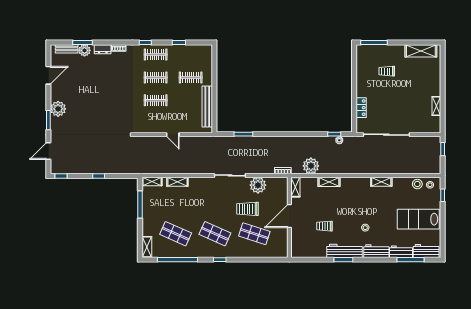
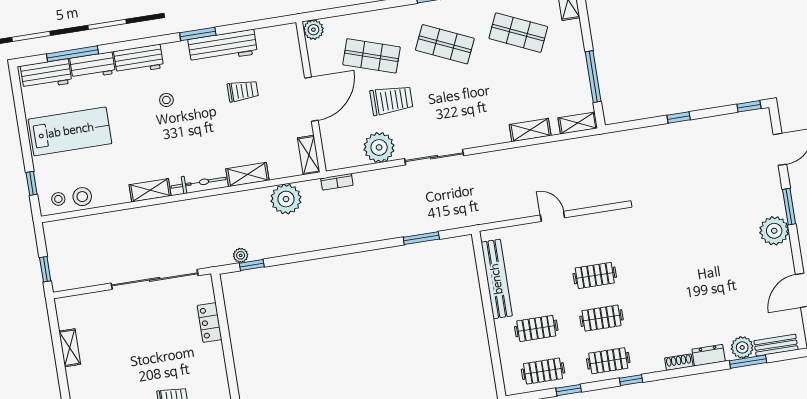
clothes rail: (191, 55) -> (543, 371), added
bicycle: (355, 182) -> (199, 183), added
workbench: (345, 251) -> (223, 47), moved
plant: (282, 252) -> (313, 30), added

